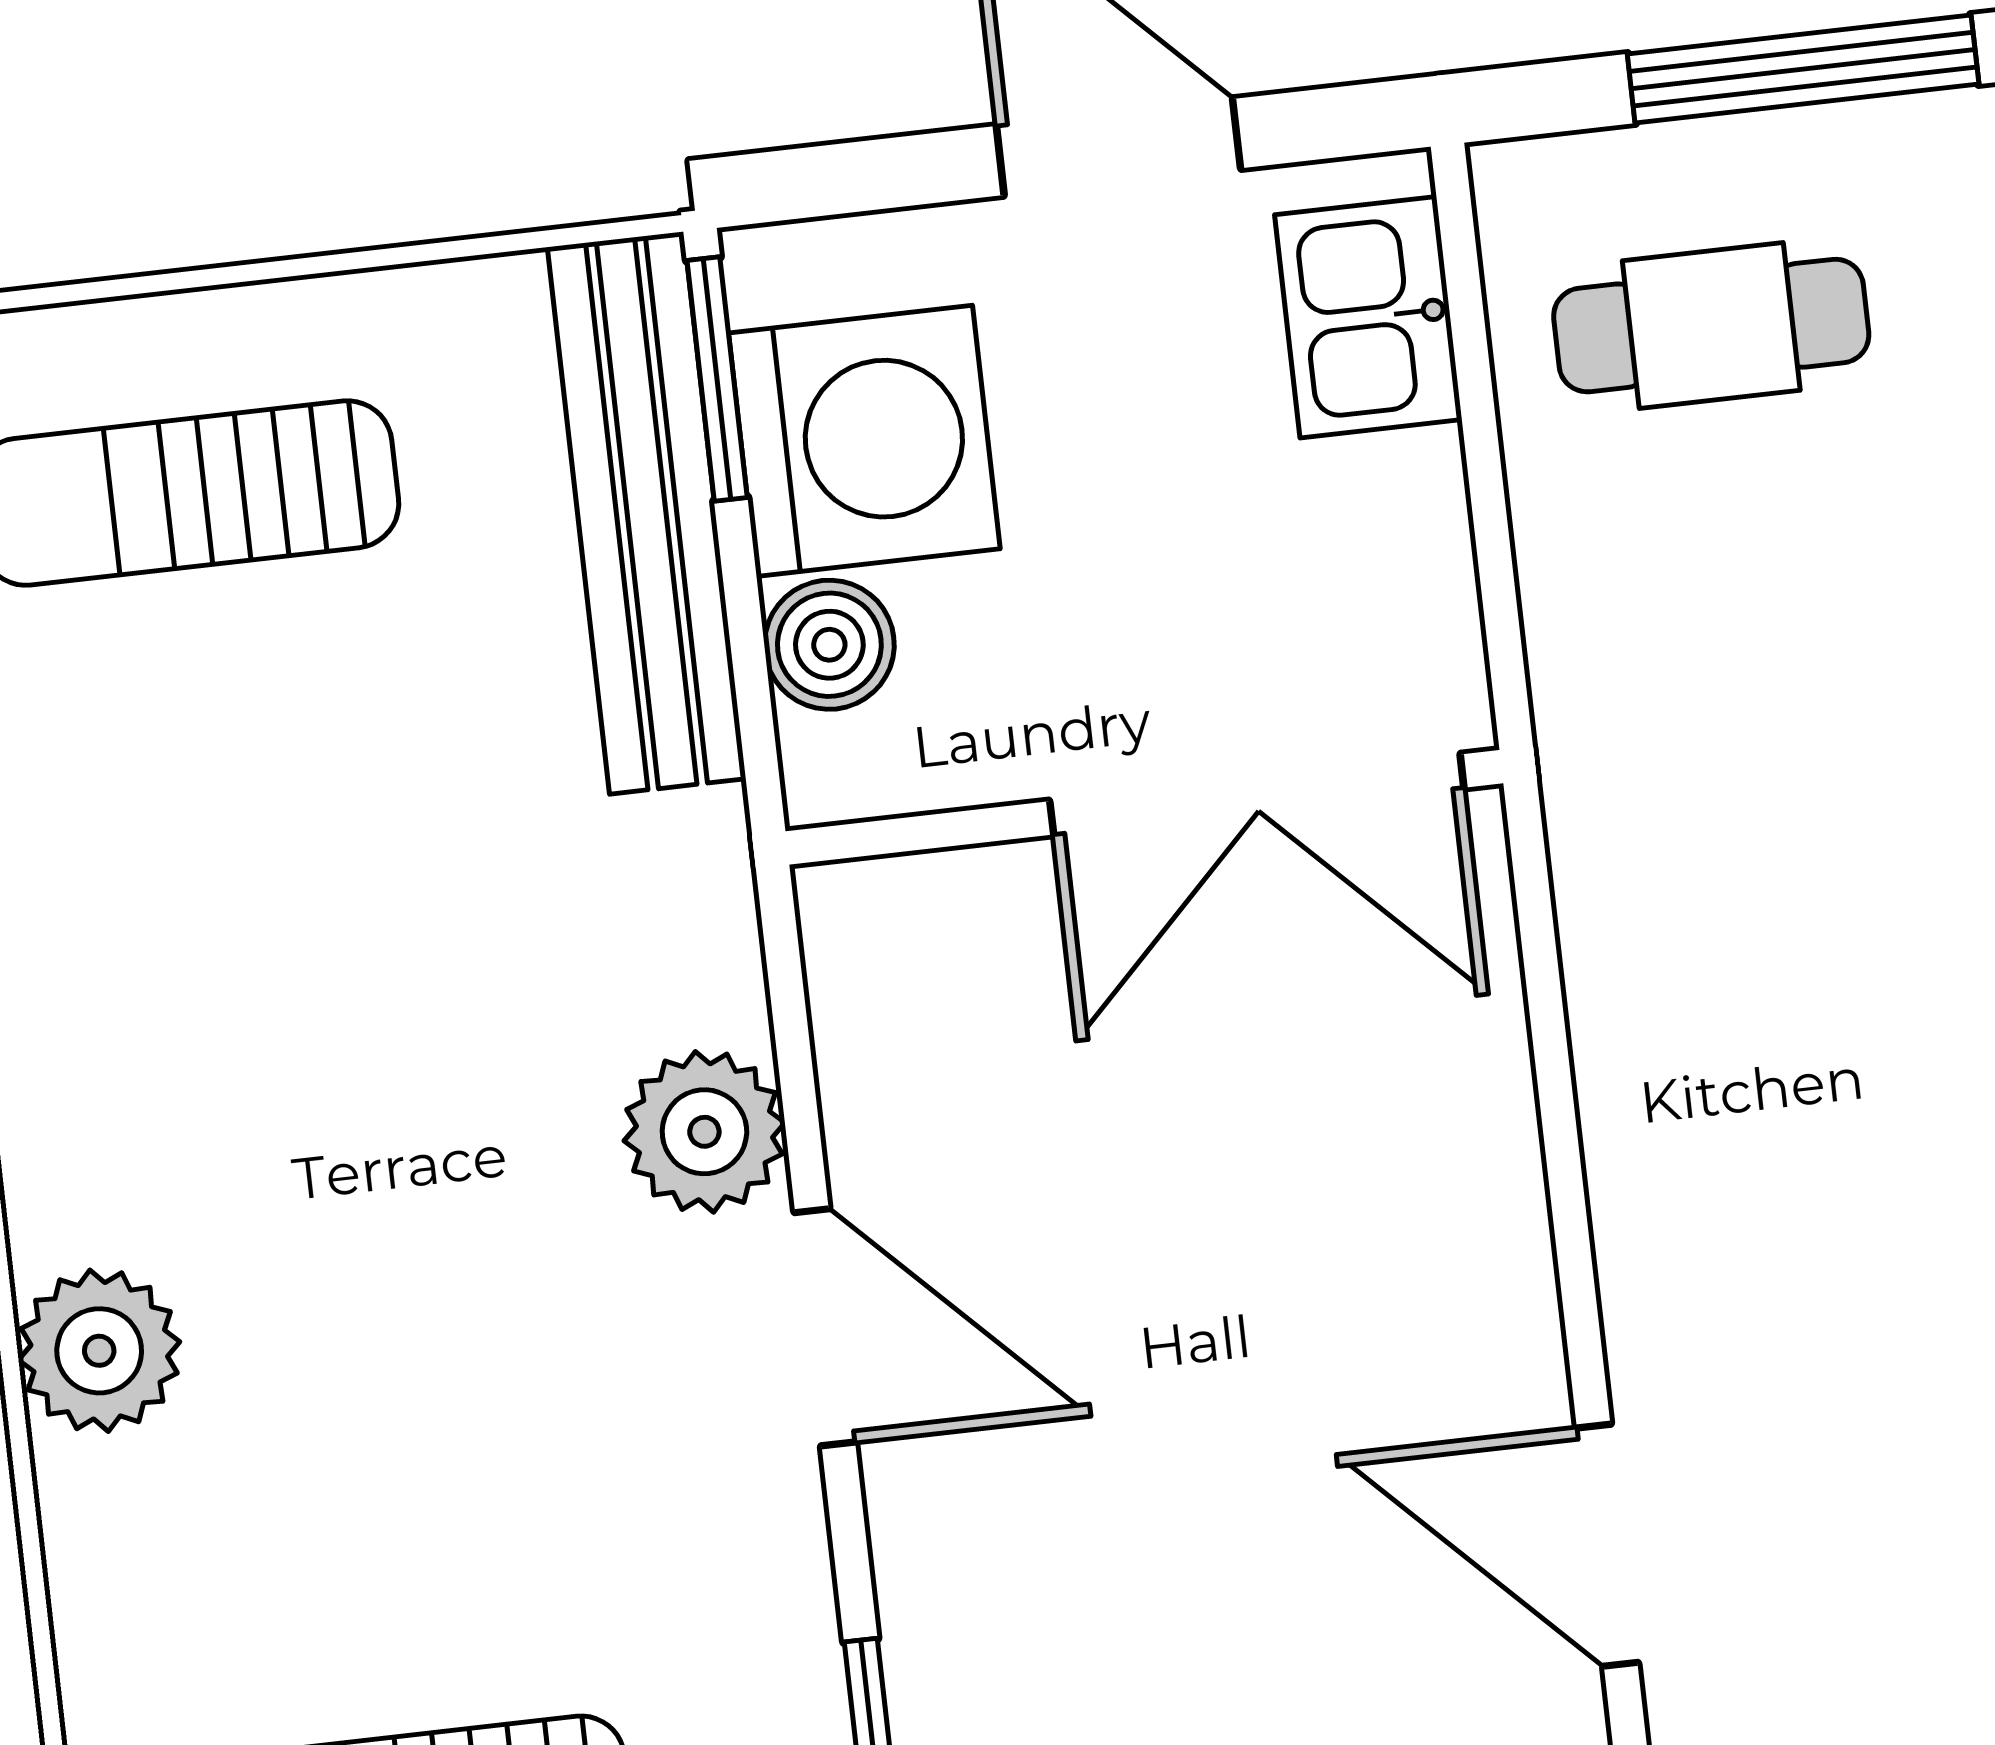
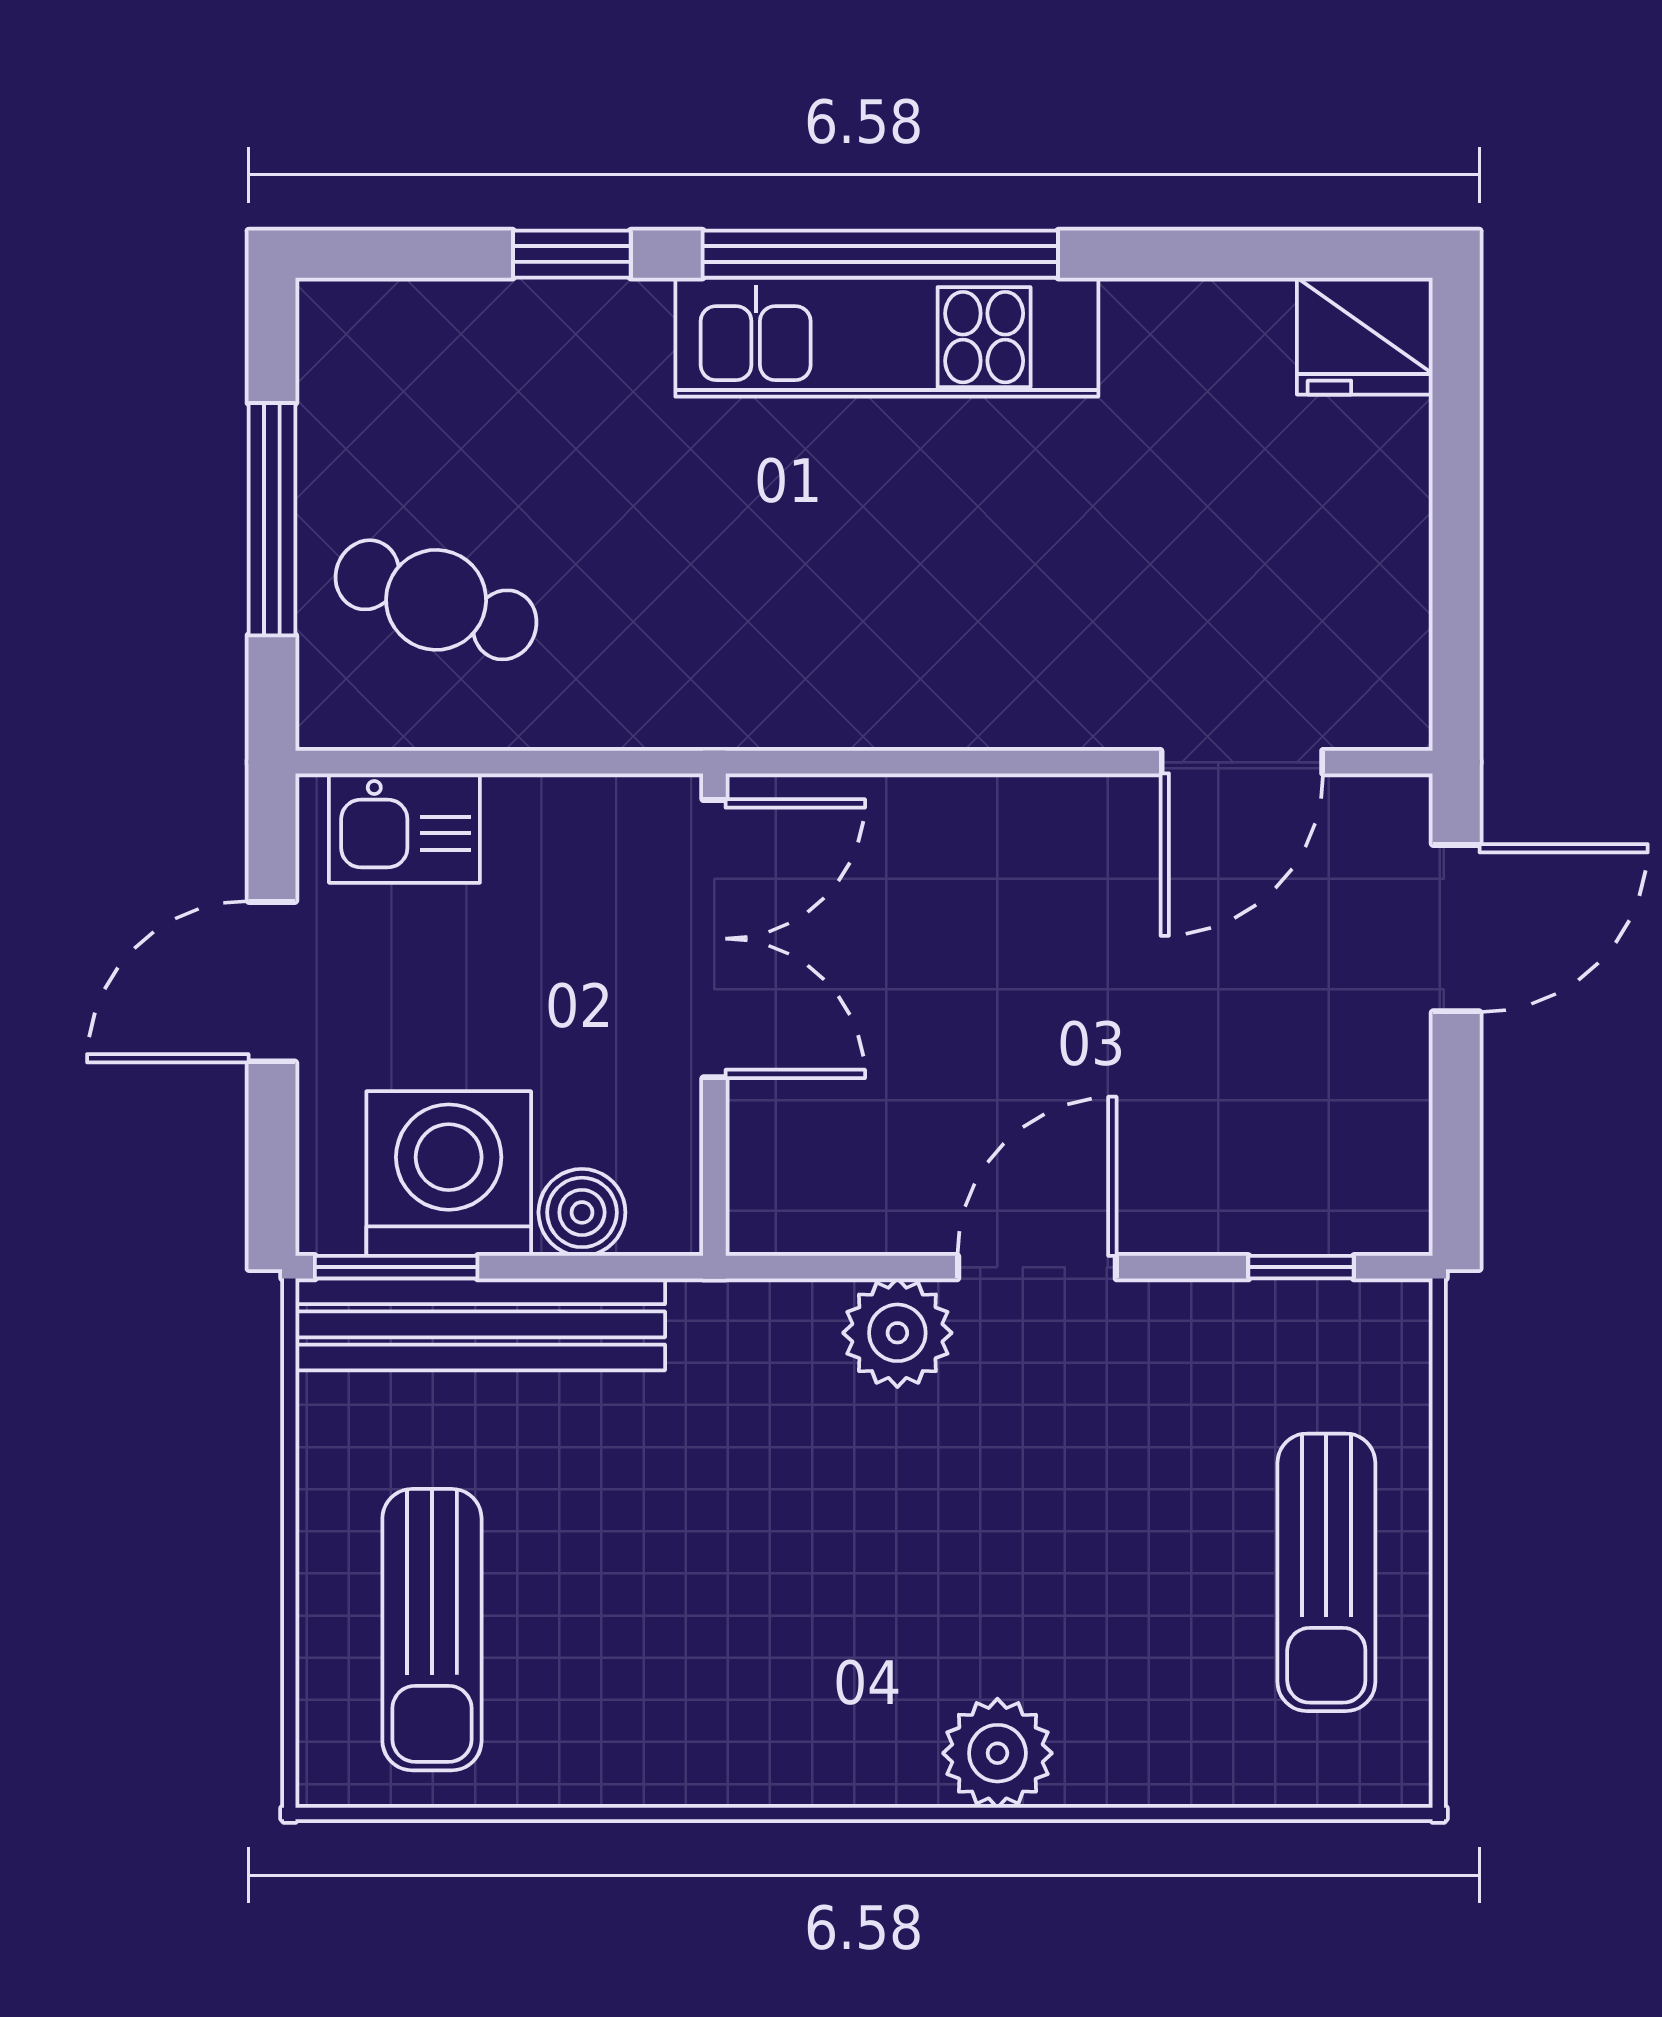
cafe table: (1711, 326) -> (436, 600), turned -70

